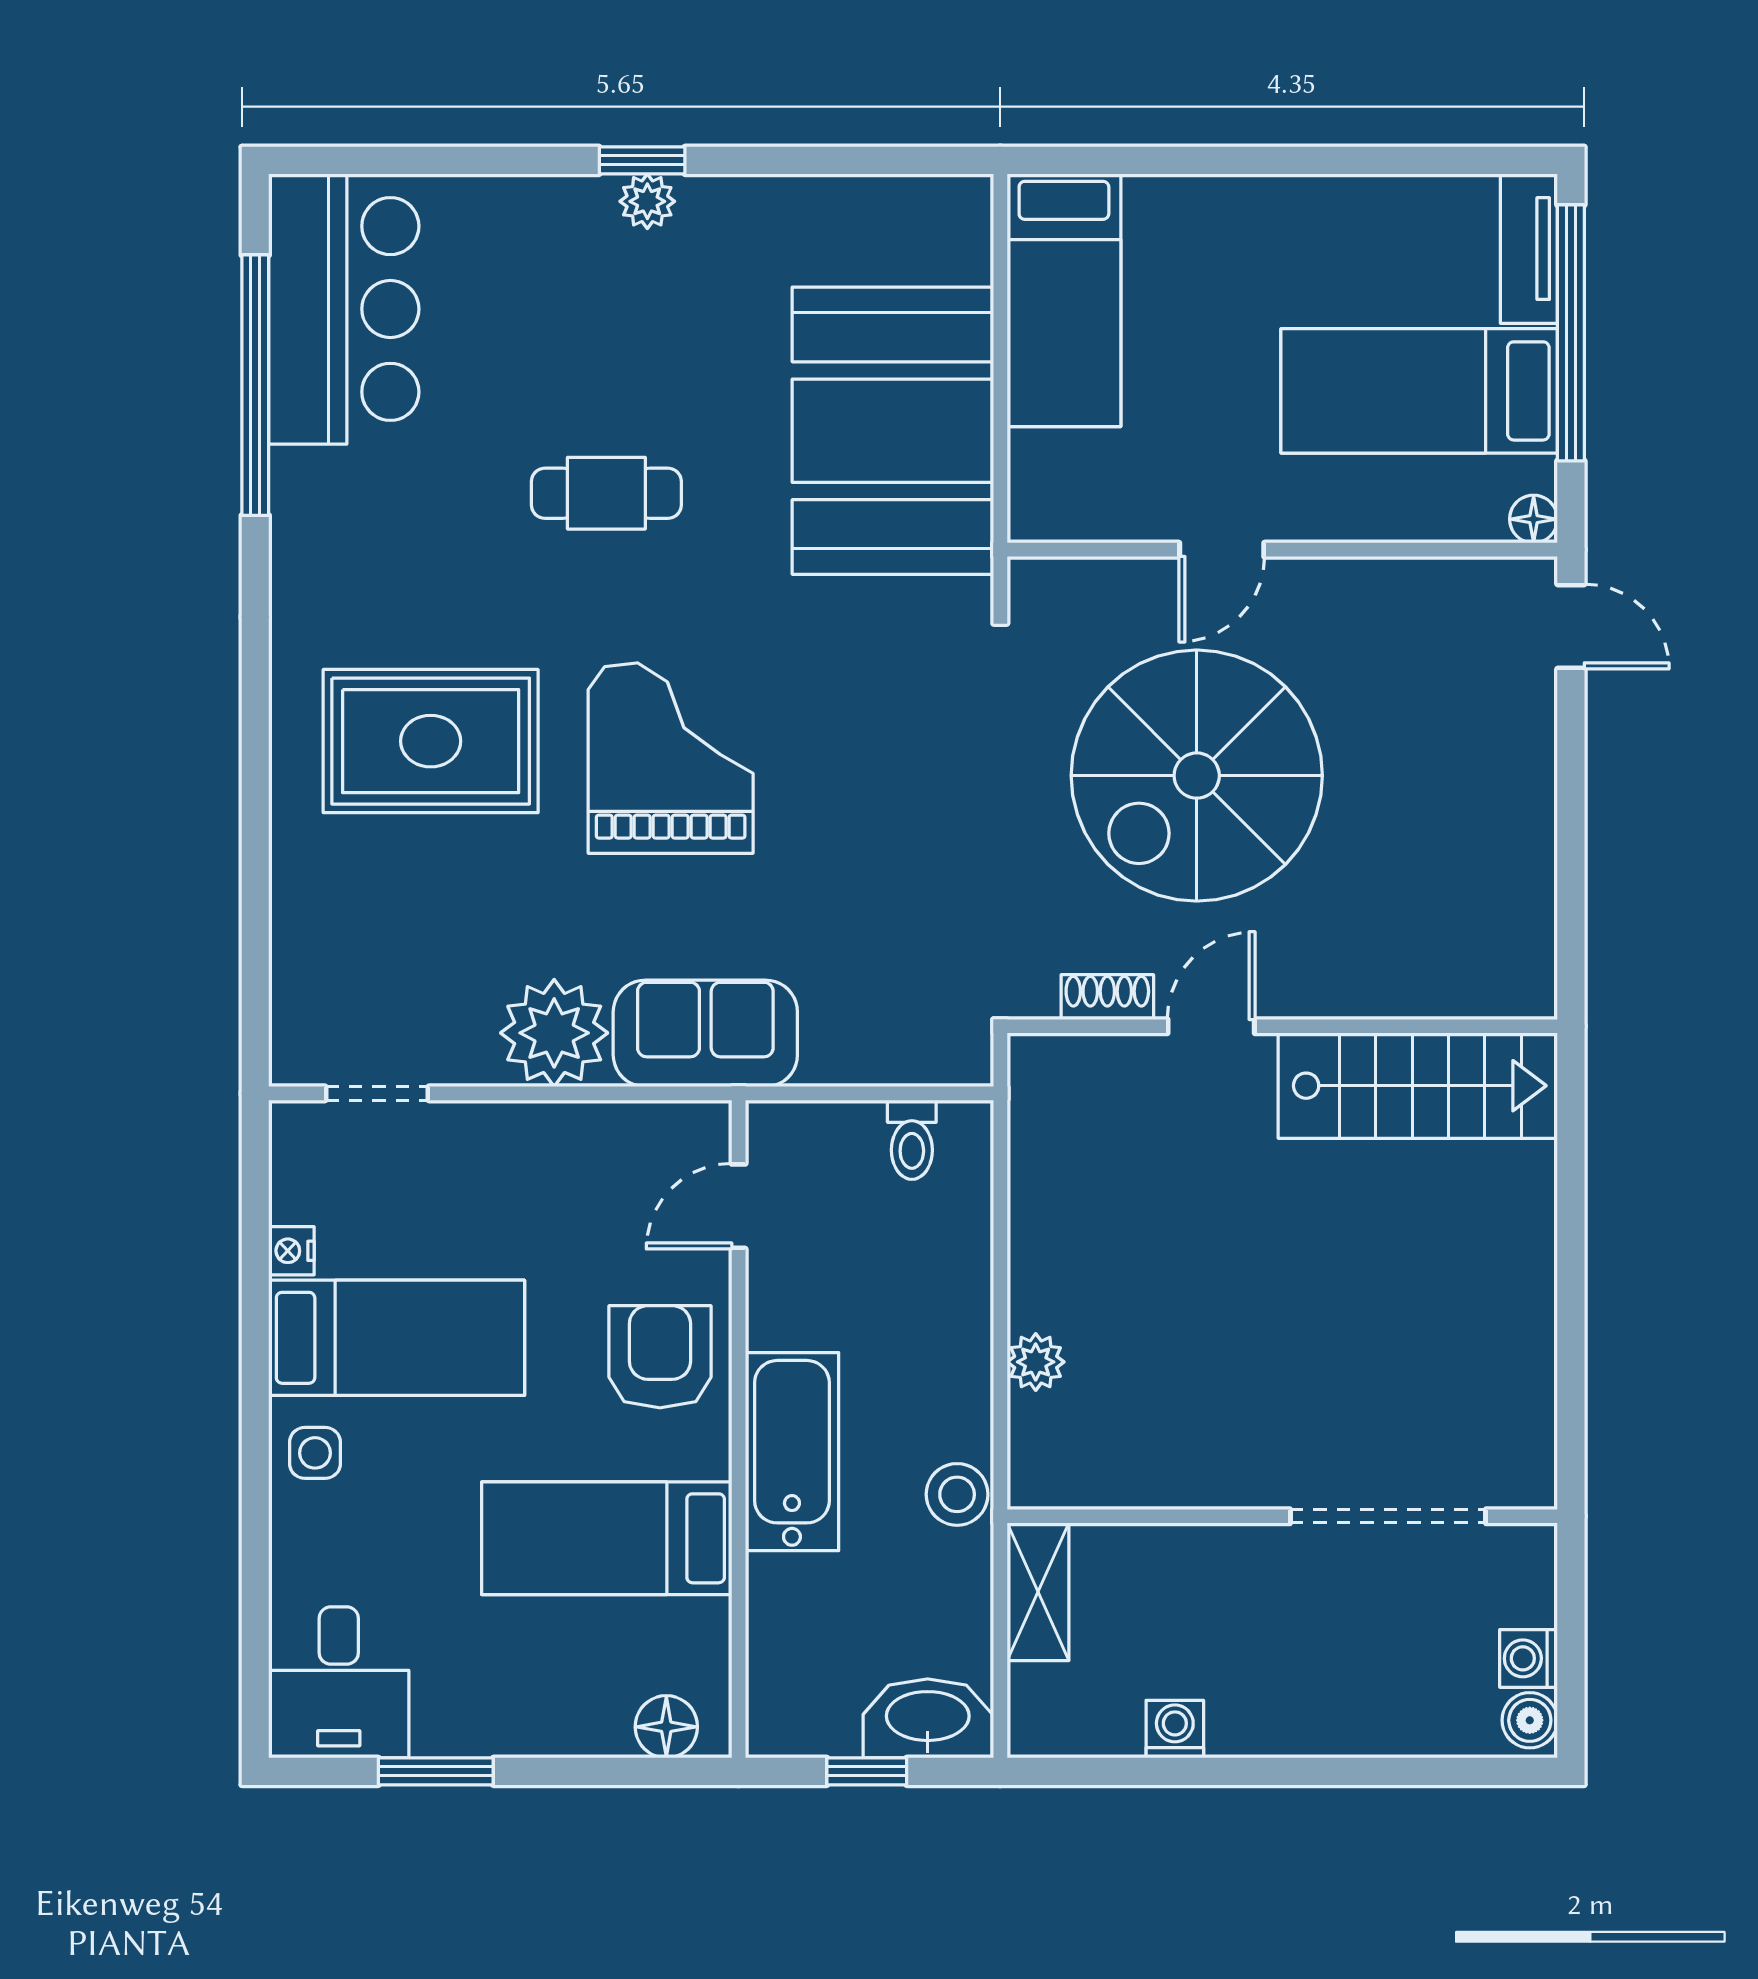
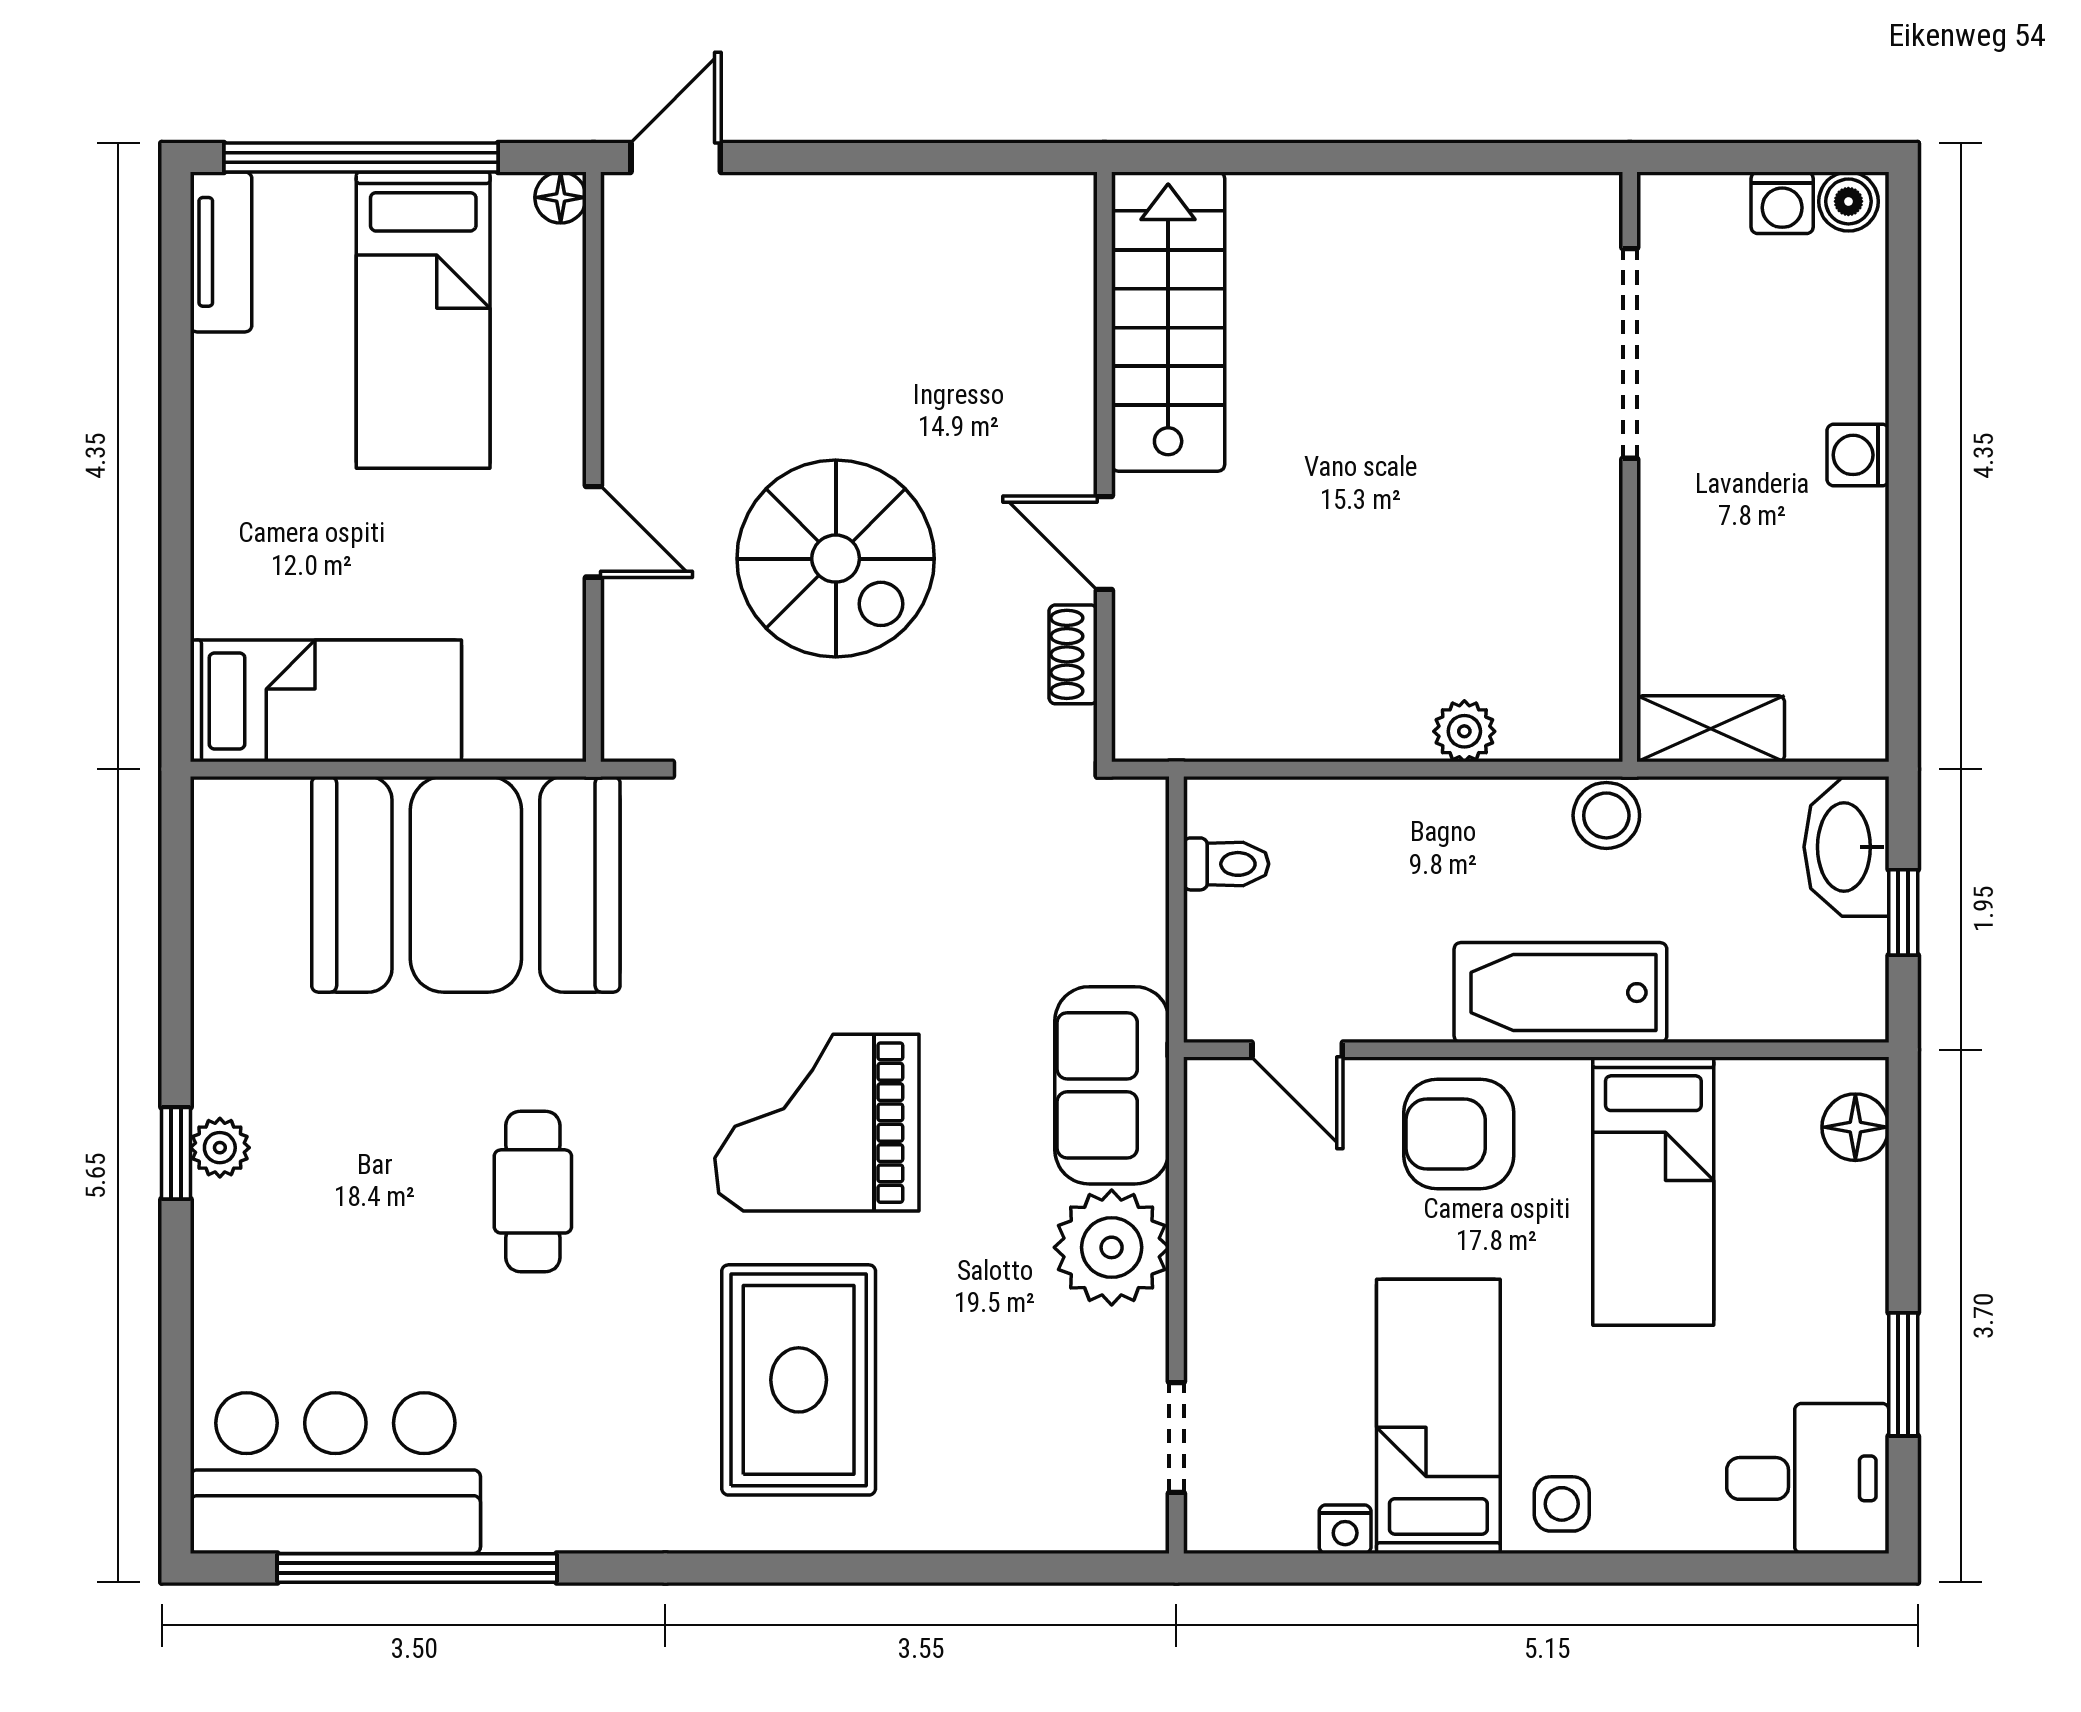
tv unit: (1529, 249) -> (221, 252), moved, turned -90
spiral stairs: (1197, 776) -> (836, 559), width x0.73, depth x0.73
washing machine: (1175, 1729) -> (1858, 455), moved

